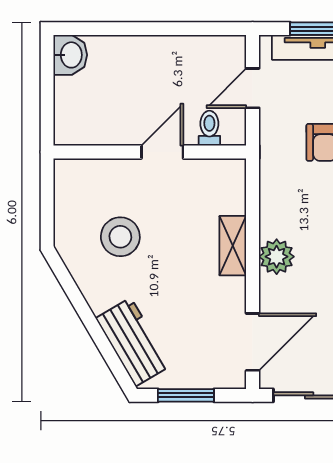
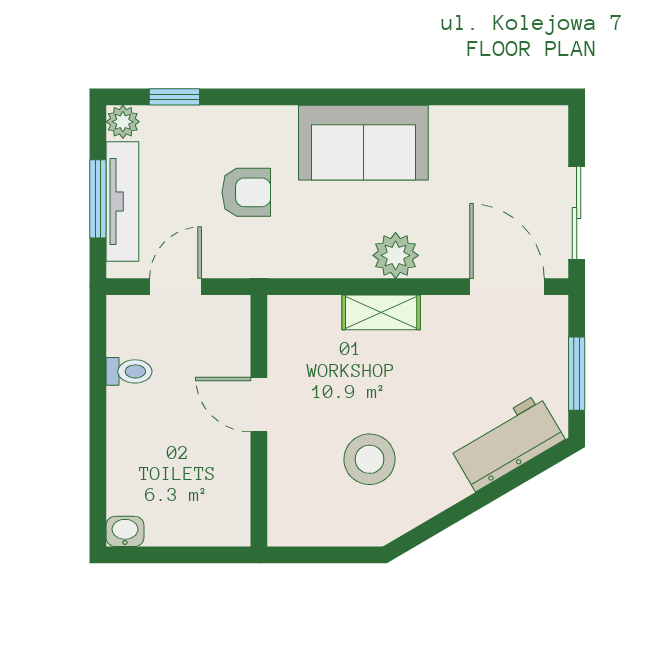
washbasin: (70, 55) -> (125, 531), width x0.72, depth x0.69
door: (253, 88) -> (176, 287), swing flipped
toilet: (209, 128) -> (129, 371), moved, turned 180

